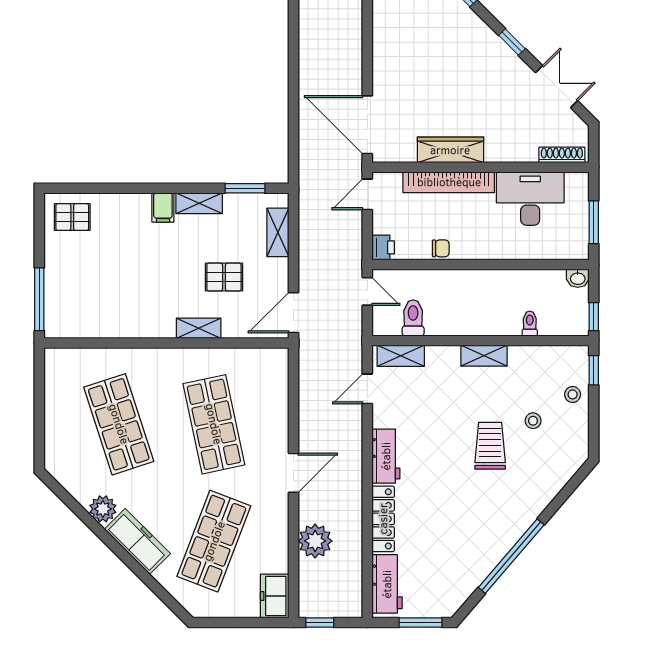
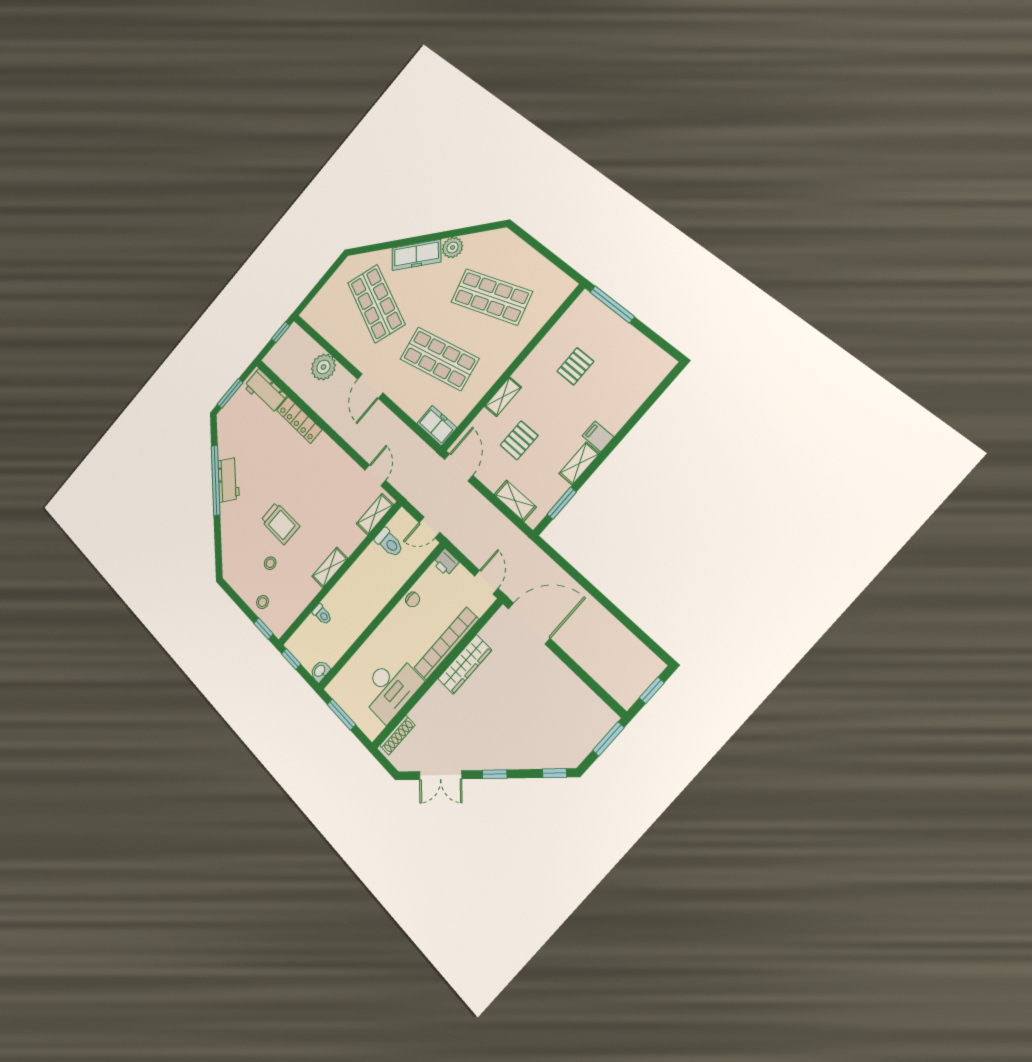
pallet: (72, 217) -> (575, 366), moved
chair: (441, 248) -> (413, 600), turned -90
workbench: (386, 456) -> (229, 480), moved, turned -139
freezer: (275, 596) -> (437, 426), moved

